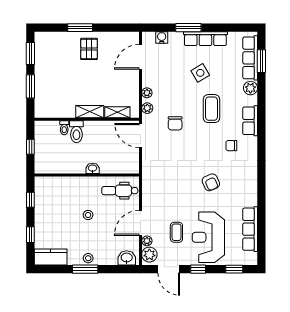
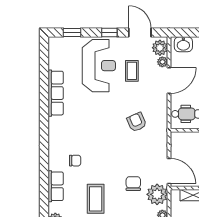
plant: (147, 108) -> (157, 194), width x1.87, depth x1.87
armchair: (211, 182) -> (137, 122), moved
row of seats: (250, 229) -> (56, 93), moved

